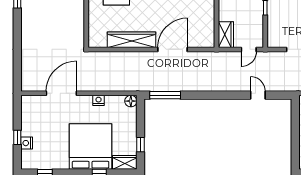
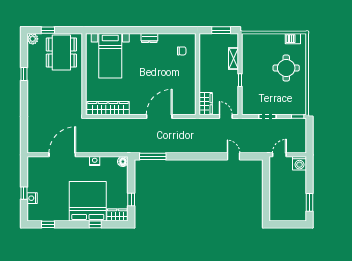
wardrobe: (131, 40) -> (108, 108), moved
door: (249, 49) -> (226, 117), swing flipped

